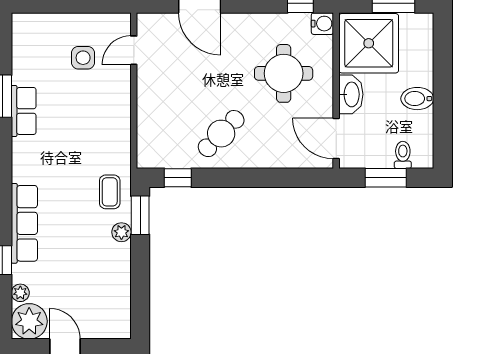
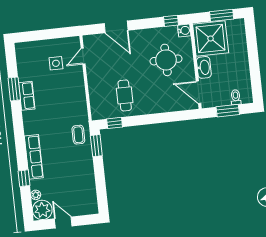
bidet: (417, 99) -> (240, 66), removed
cafe table: (221, 134) -> (125, 95), moved, turned -44
plant: (121, 232) -> (87, 156), removed

